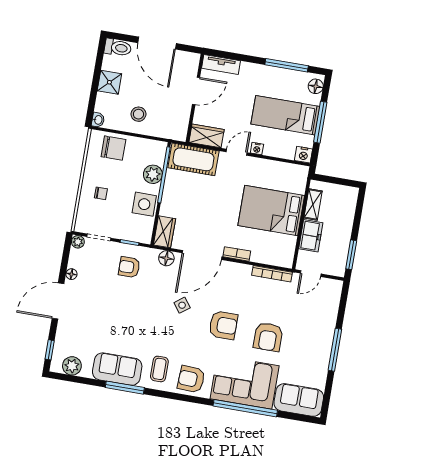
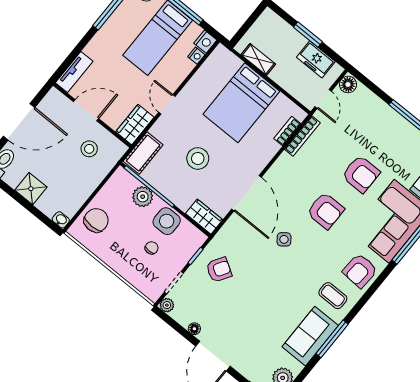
door: (196, 91) -> (86, 110), hinge flipped
stool: (138, 114) -> (89, 149), moved
nightstand: (257, 149) -> (196, 56), moved
cot: (193, 159) -> (143, 153), width x0.73, depth x0.75
chair: (101, 193) -> (152, 248), moved
stool: (208, 201) -> (198, 158), added
freezer: (311, 236) -> (316, 59), moved, turned 180
bookcase: (237, 254) -> (287, 131), moved
window: (351, 255) -> (308, 35), moved
floor lamp: (166, 258) -> (348, 84), moved
armchair: (129, 267) -> (219, 270), turned -148
armchair: (223, 325) -> (325, 211), turned 90

